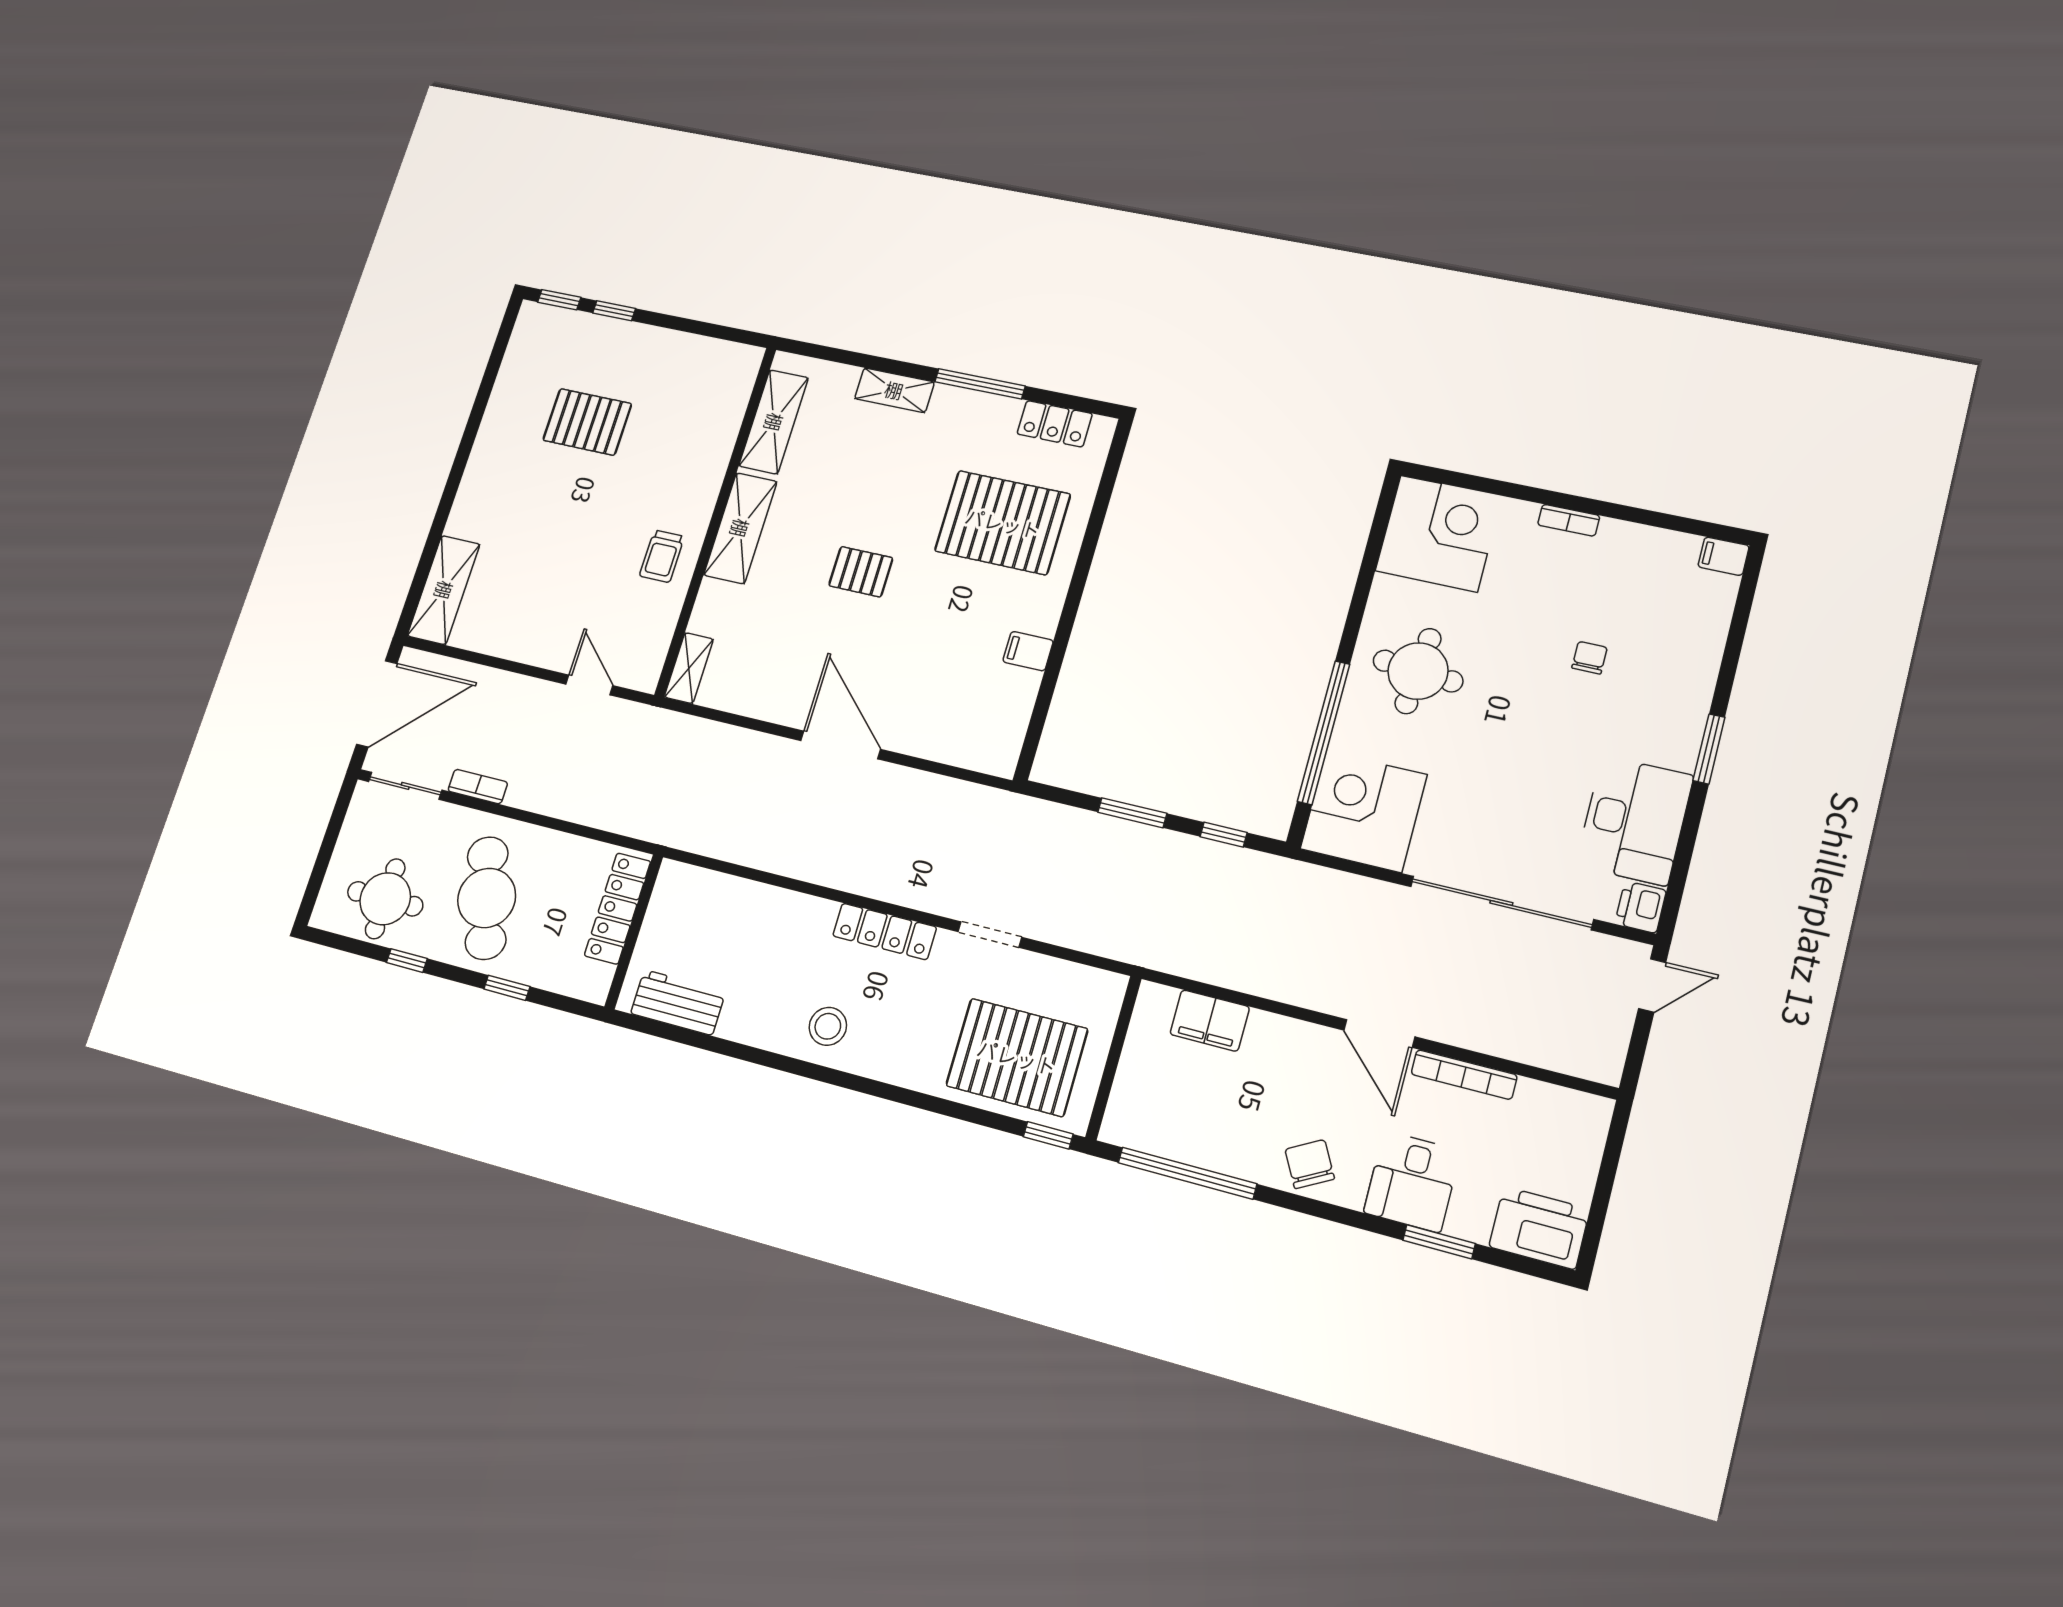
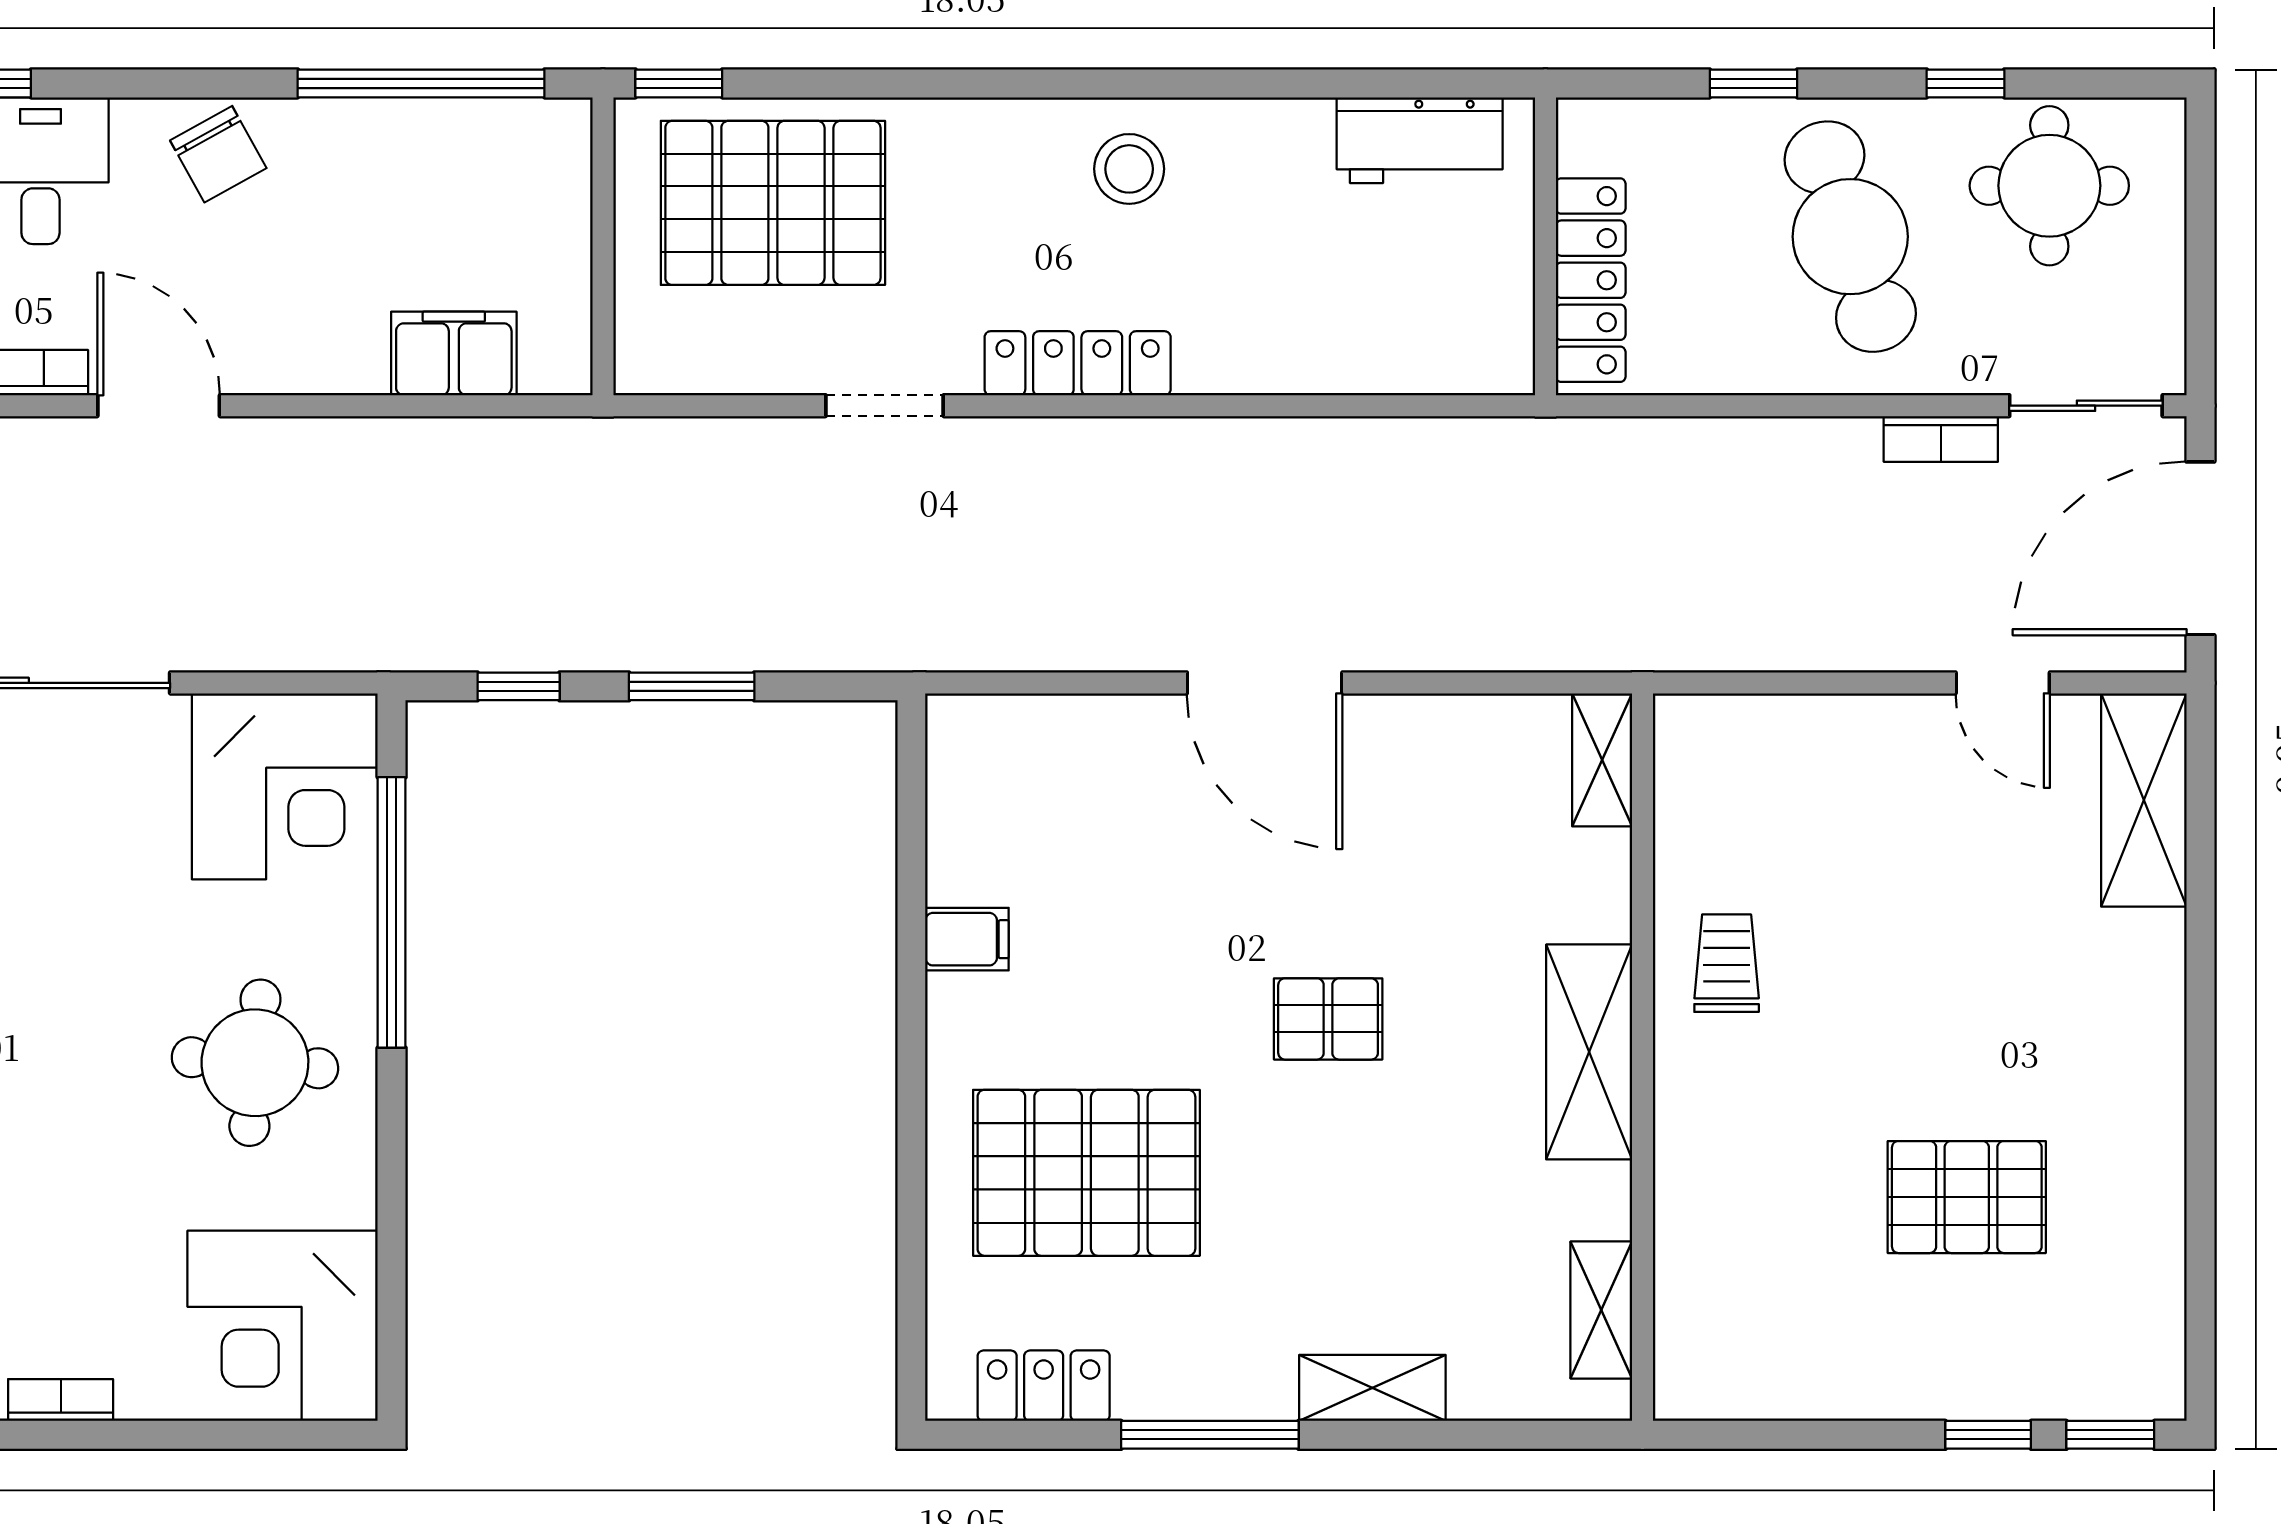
shelving: (774, 422) -> (1601, 1310), width x0.67, depth x0.75
door: (589, 685) -> (2003, 683), moved

